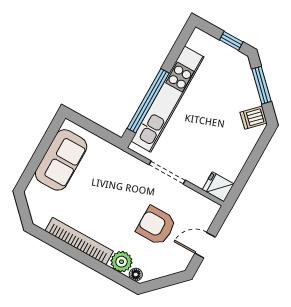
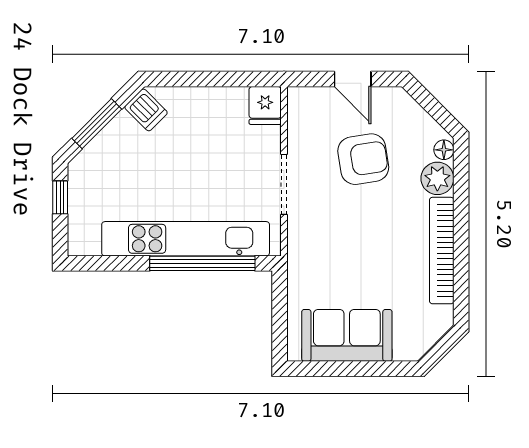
armchair: (156, 226) -> (363, 159), turned -99

